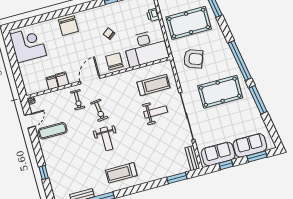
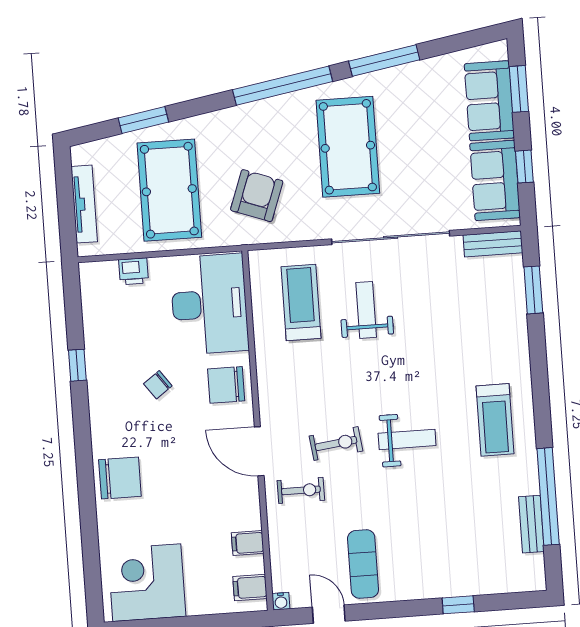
filing cabinet: (62, 79) -> (250, 588), moved

